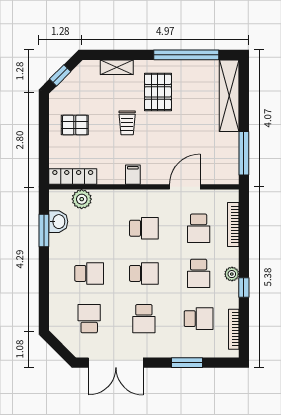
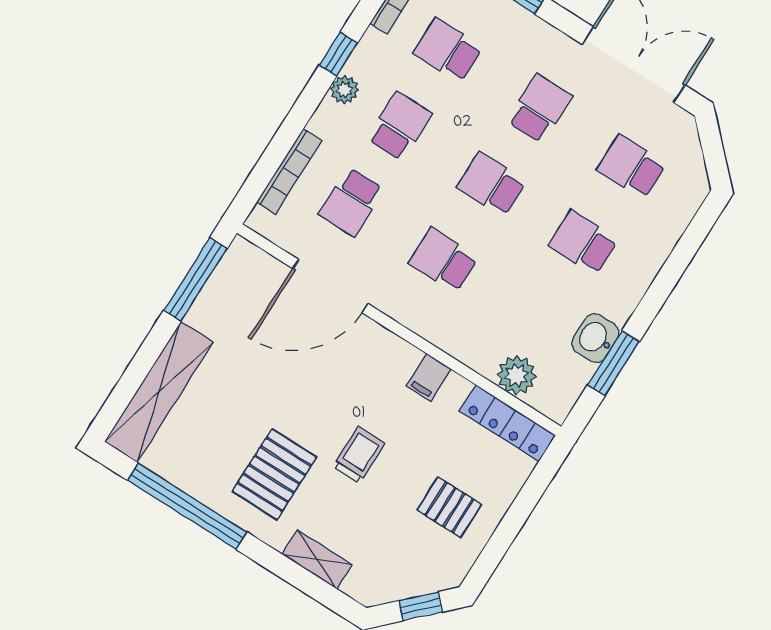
filing cabinet: (133, 175) -> (429, 377), moved
door: (185, 187) -> (330, 286), width x1.36
washbasin: (58, 222) -> (595, 338), moved
school desk: (199, 228) -> (351, 202), turned 180
school desk: (89, 319) -> (631, 167), turned 90

